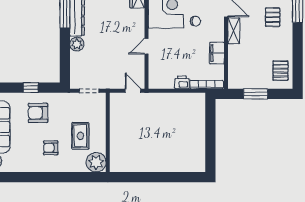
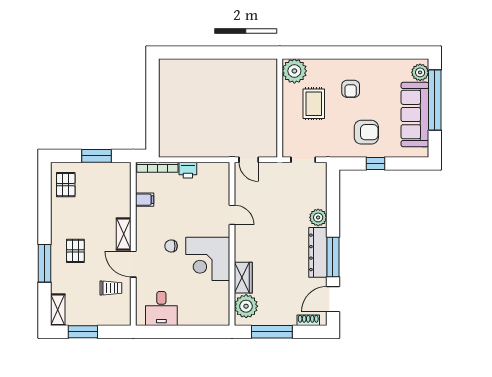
door: (146, 46) -> (232, 215), hinge flipped
filing cabinet: (217, 53) -> (145, 200), width x0.50
armchair: (51, 148) -> (351, 89), turned 90

